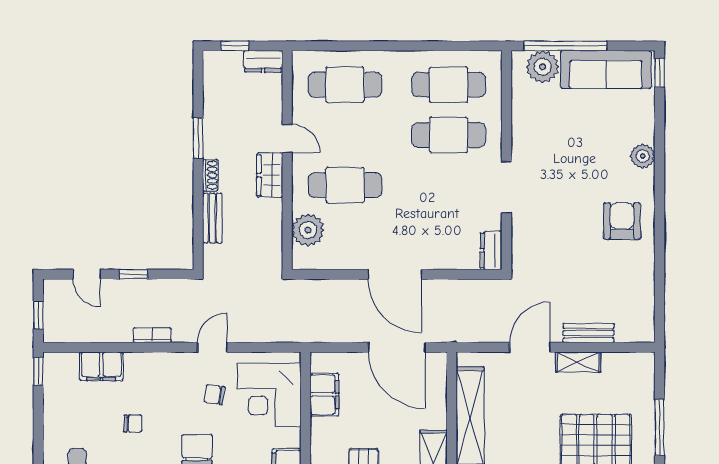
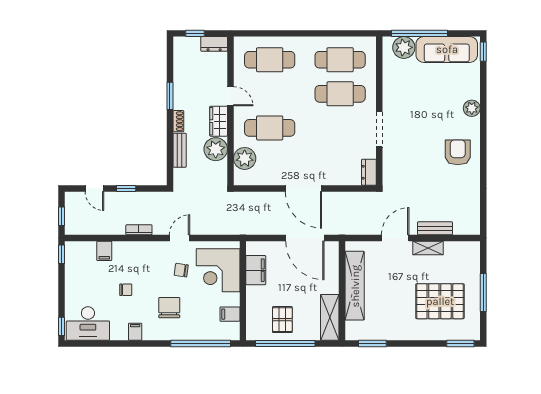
plant: (265, 216) -> (216, 149), added
filing cabinet: (101, 366) -> (104, 251), width x0.50

